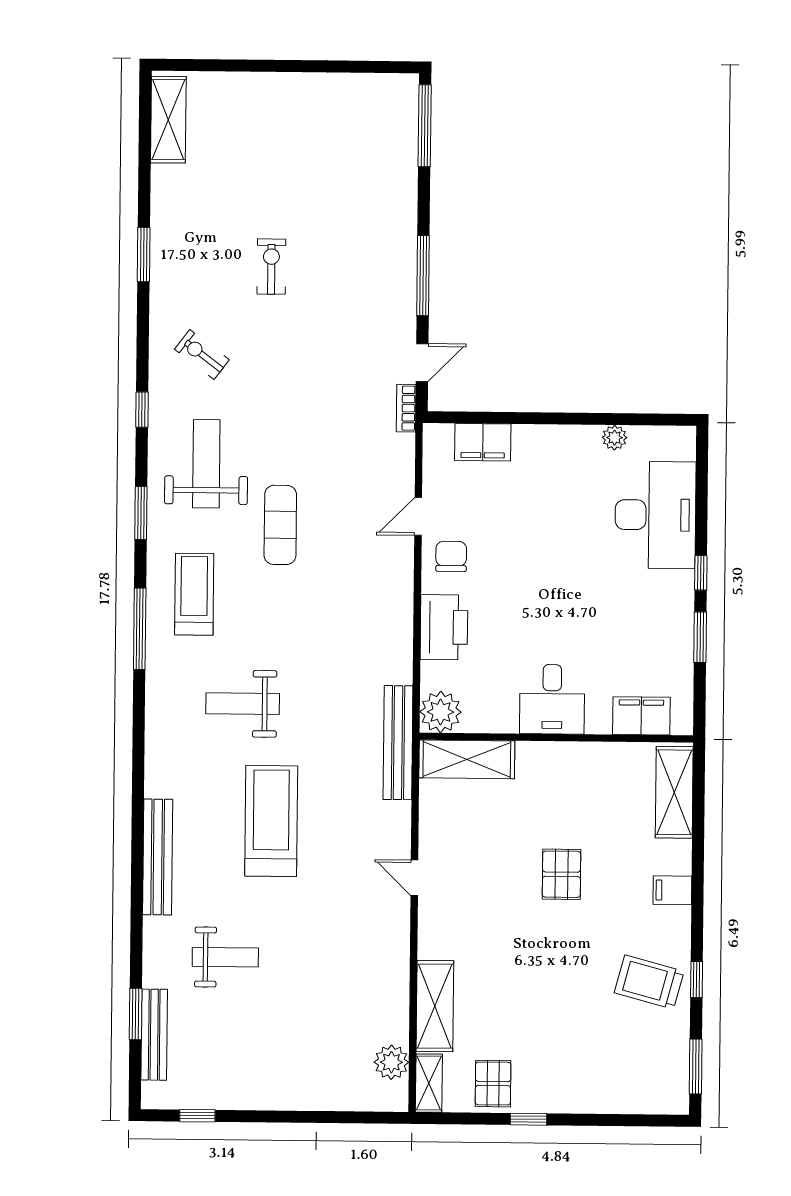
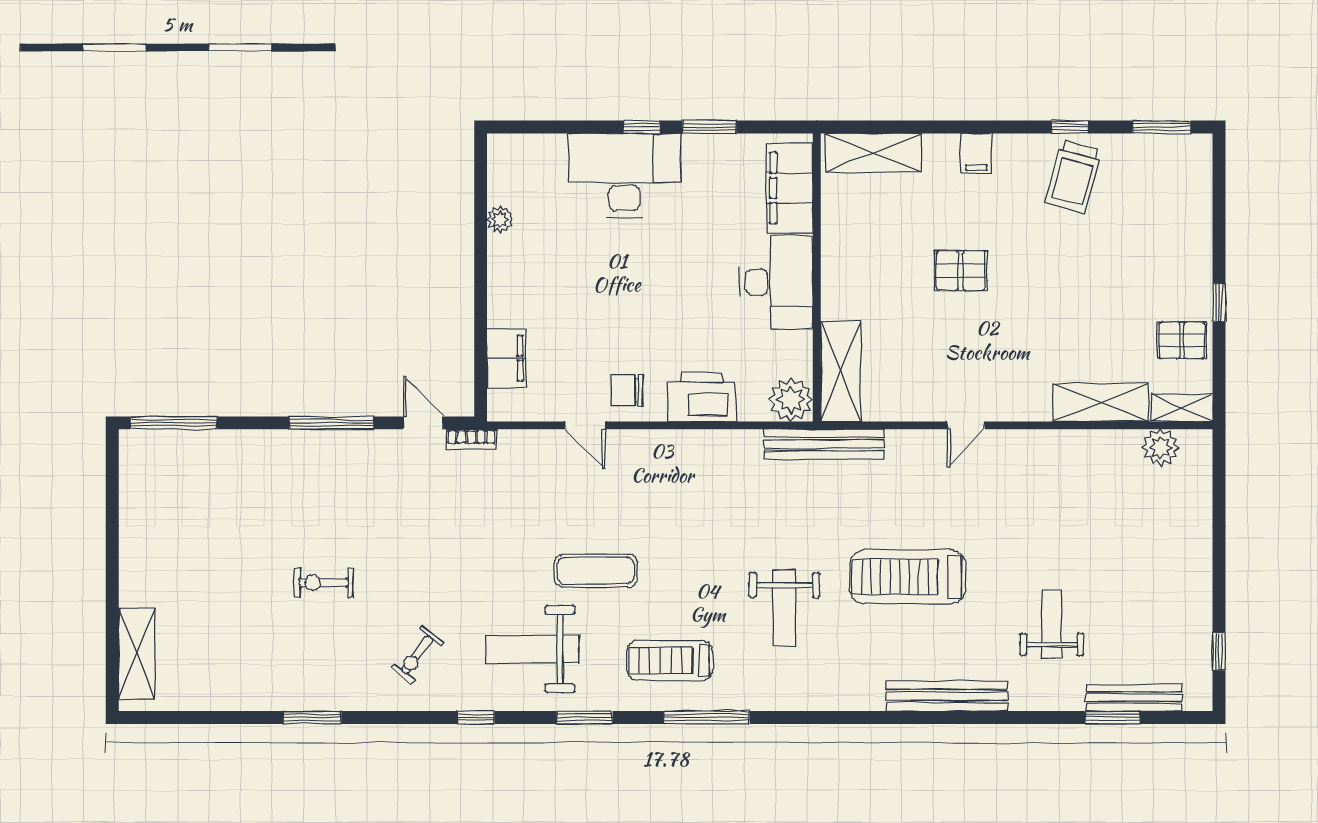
shelving: (168, 120) -> (137, 654), moved, turned 90
desk: (655, 515) -> (624, 175), moved
desk: (552, 699) -> (776, 282), width x1.37
filing cabinet: (641, 716) -> (790, 188), width x1.50, depth x1.17

